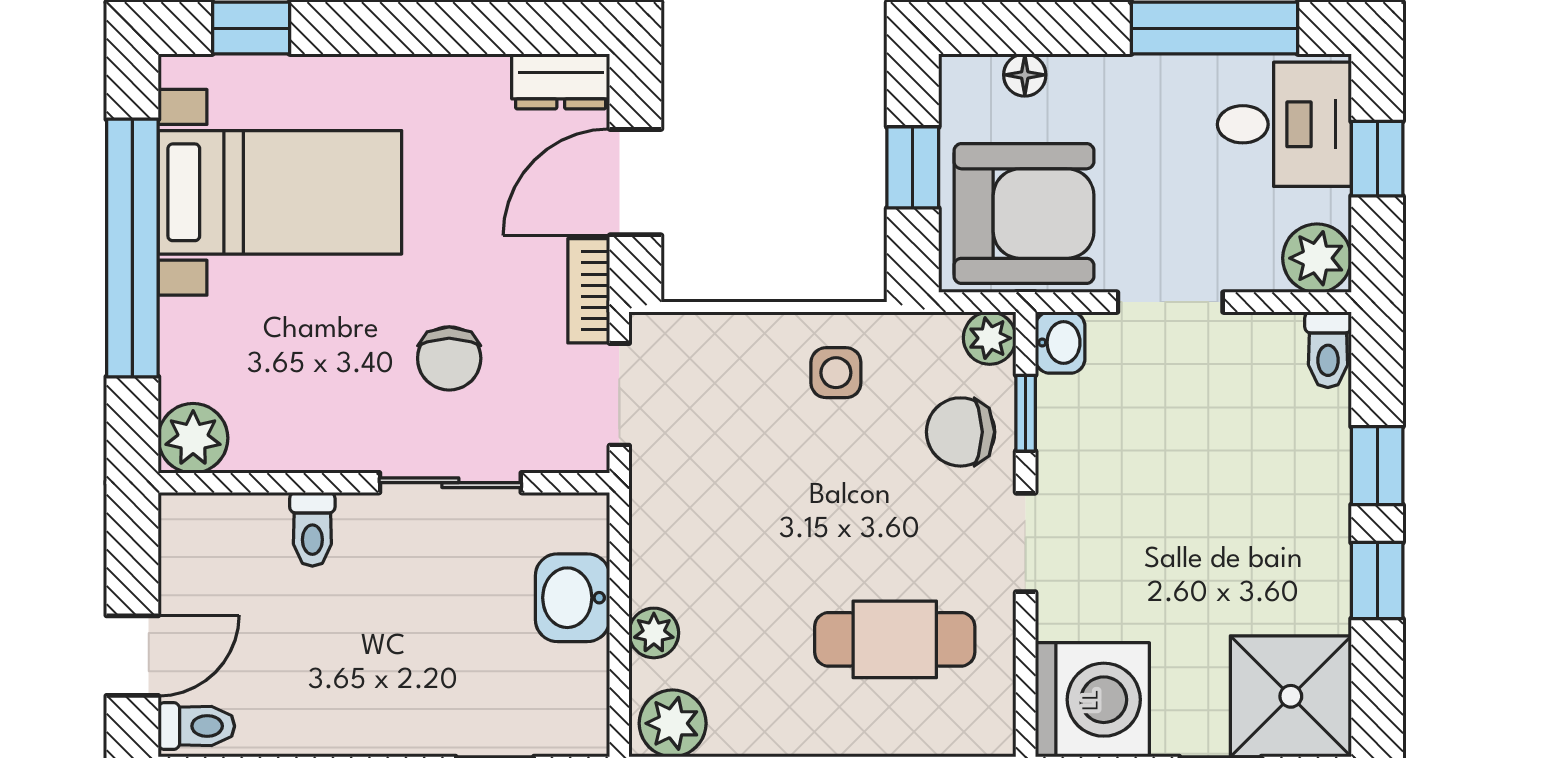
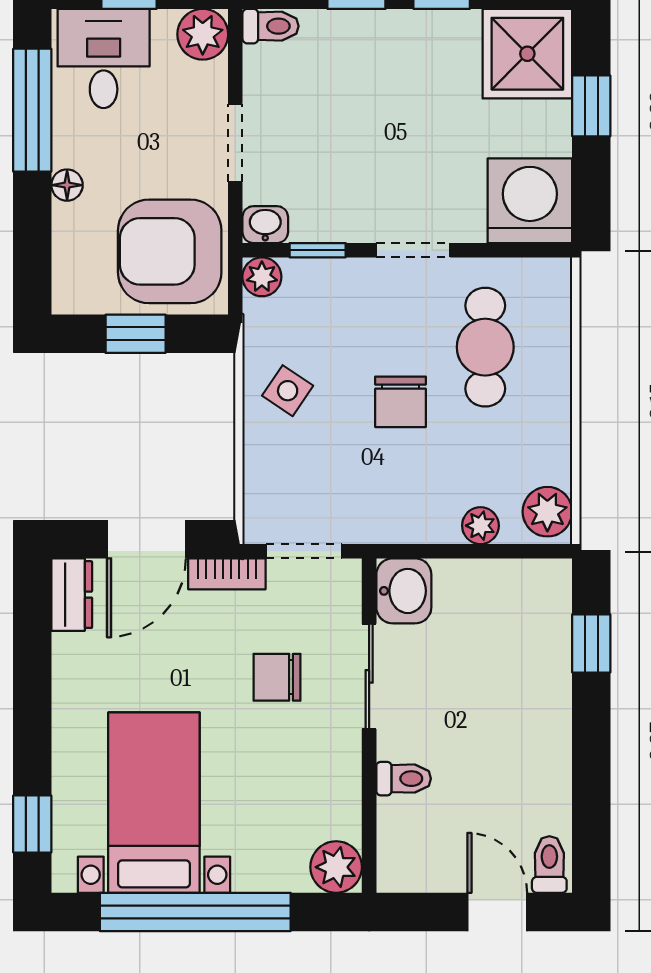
floor lamp: (1025, 75) -> (67, 185), moved
door: (635, 182) -> (146, 539), hinge flipped
armchair: (1024, 214) -> (170, 251), turned -90
chair: (449, 358) -> (277, 677), turned 180
side table: (836, 373) -> (288, 391), turned 34
chair: (961, 432) -> (400, 402), moved
washbasin: (572, 598) -> (404, 591), moved, turned -90

